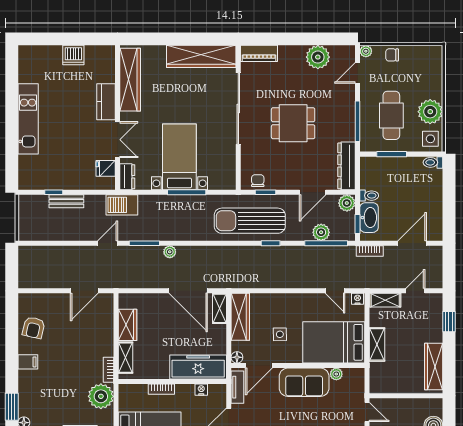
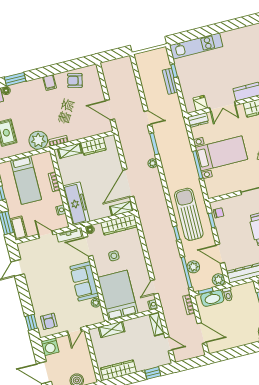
kitchen unit: (28, 119) -> (196, 46), moved
barbecue: (122, 205) -> (177, 121), removed
shelving: (377, 344) -> (112, 329), moved

